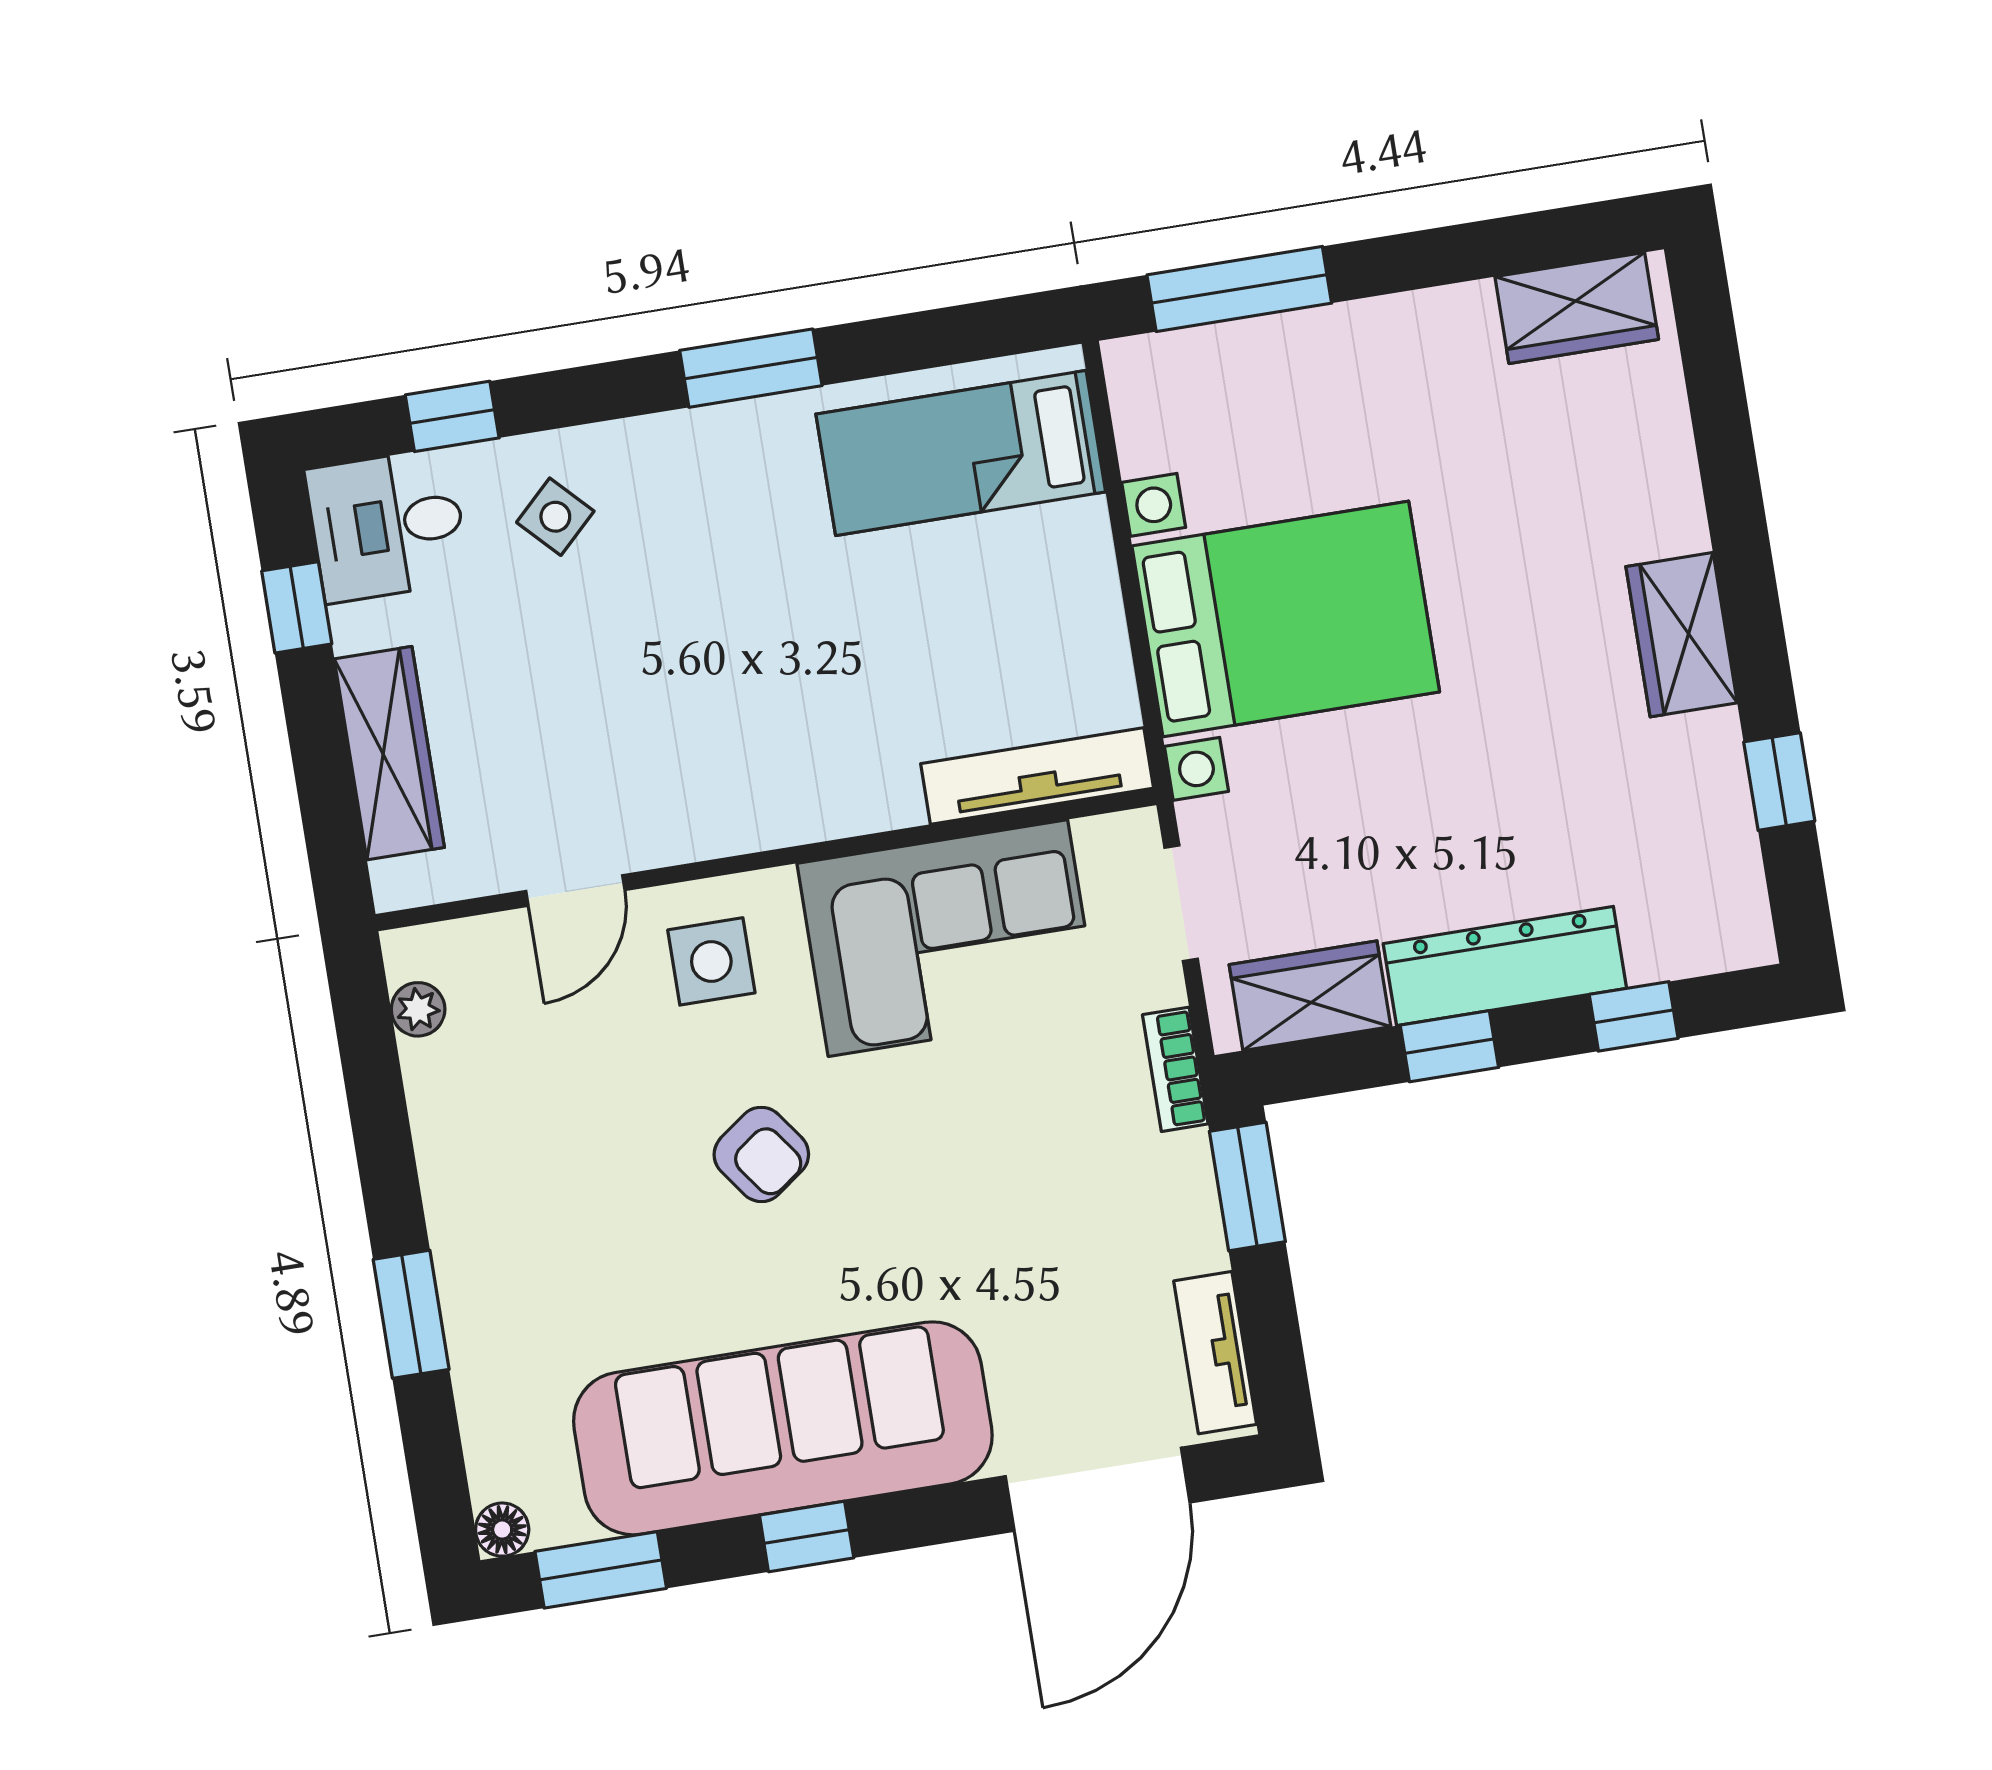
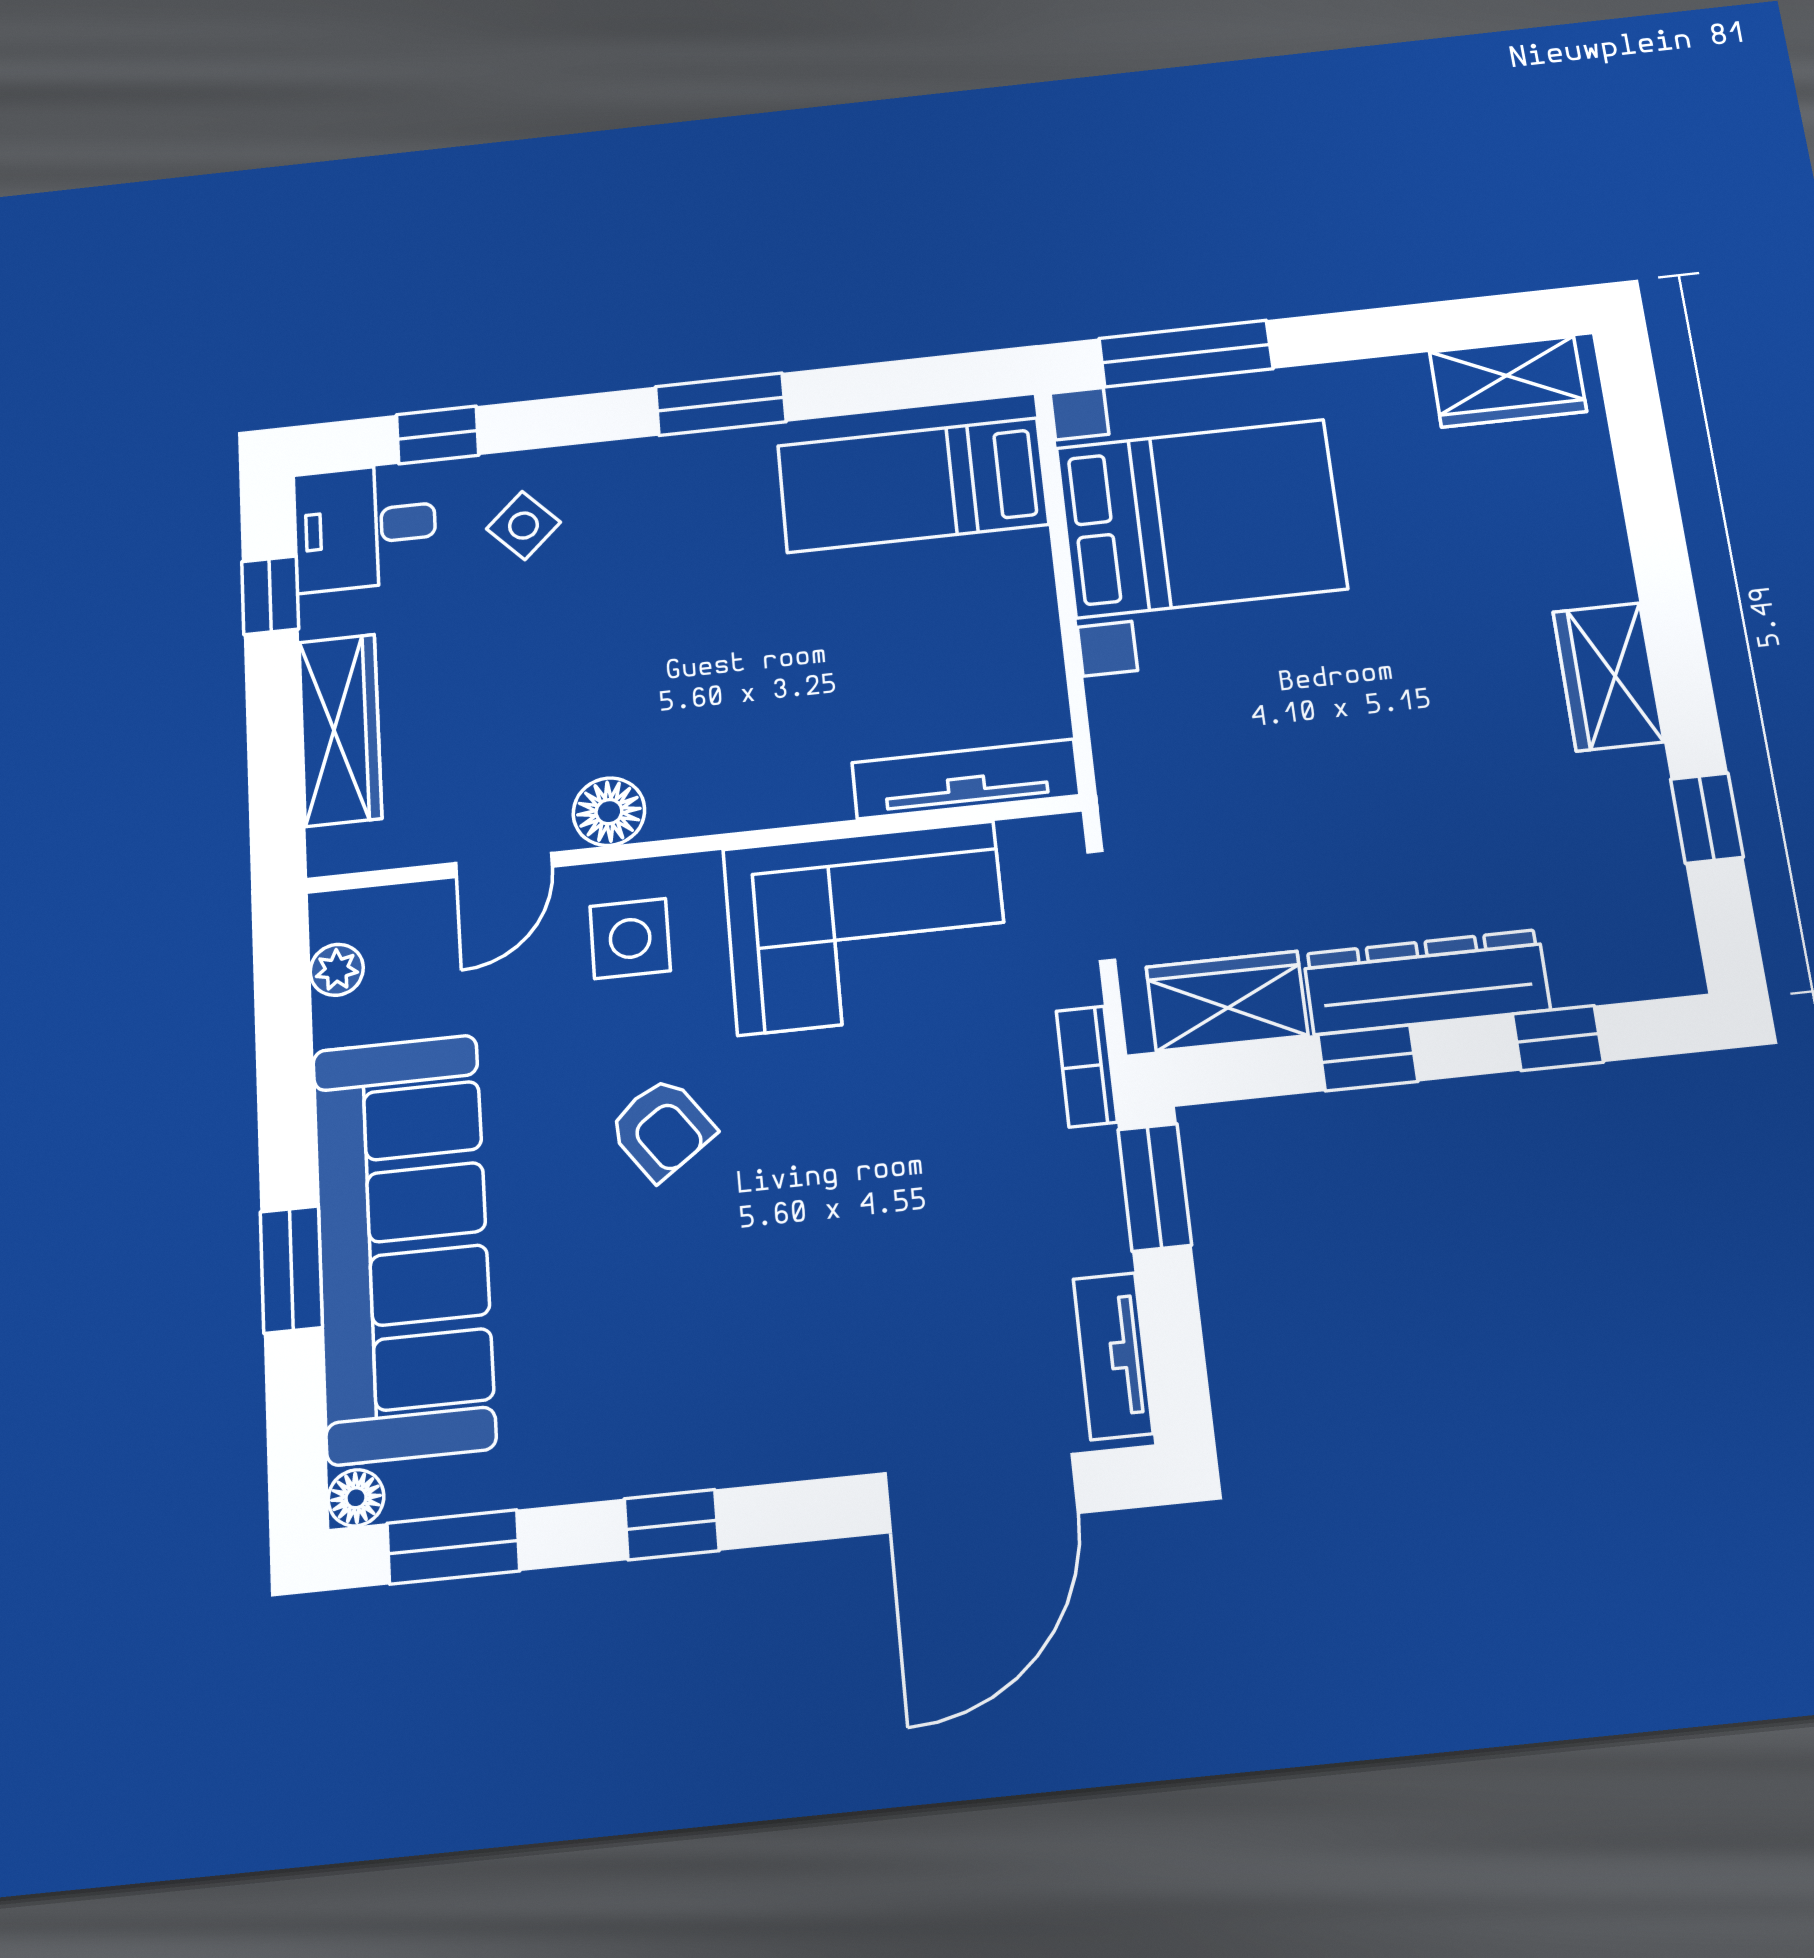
bed with nightstands: (1286, 619) -> (1201, 518), moved
floor lamp: (677, 828) -> (609, 812), added
sofa: (783, 1428) -> (403, 1246), moved, turned 90

